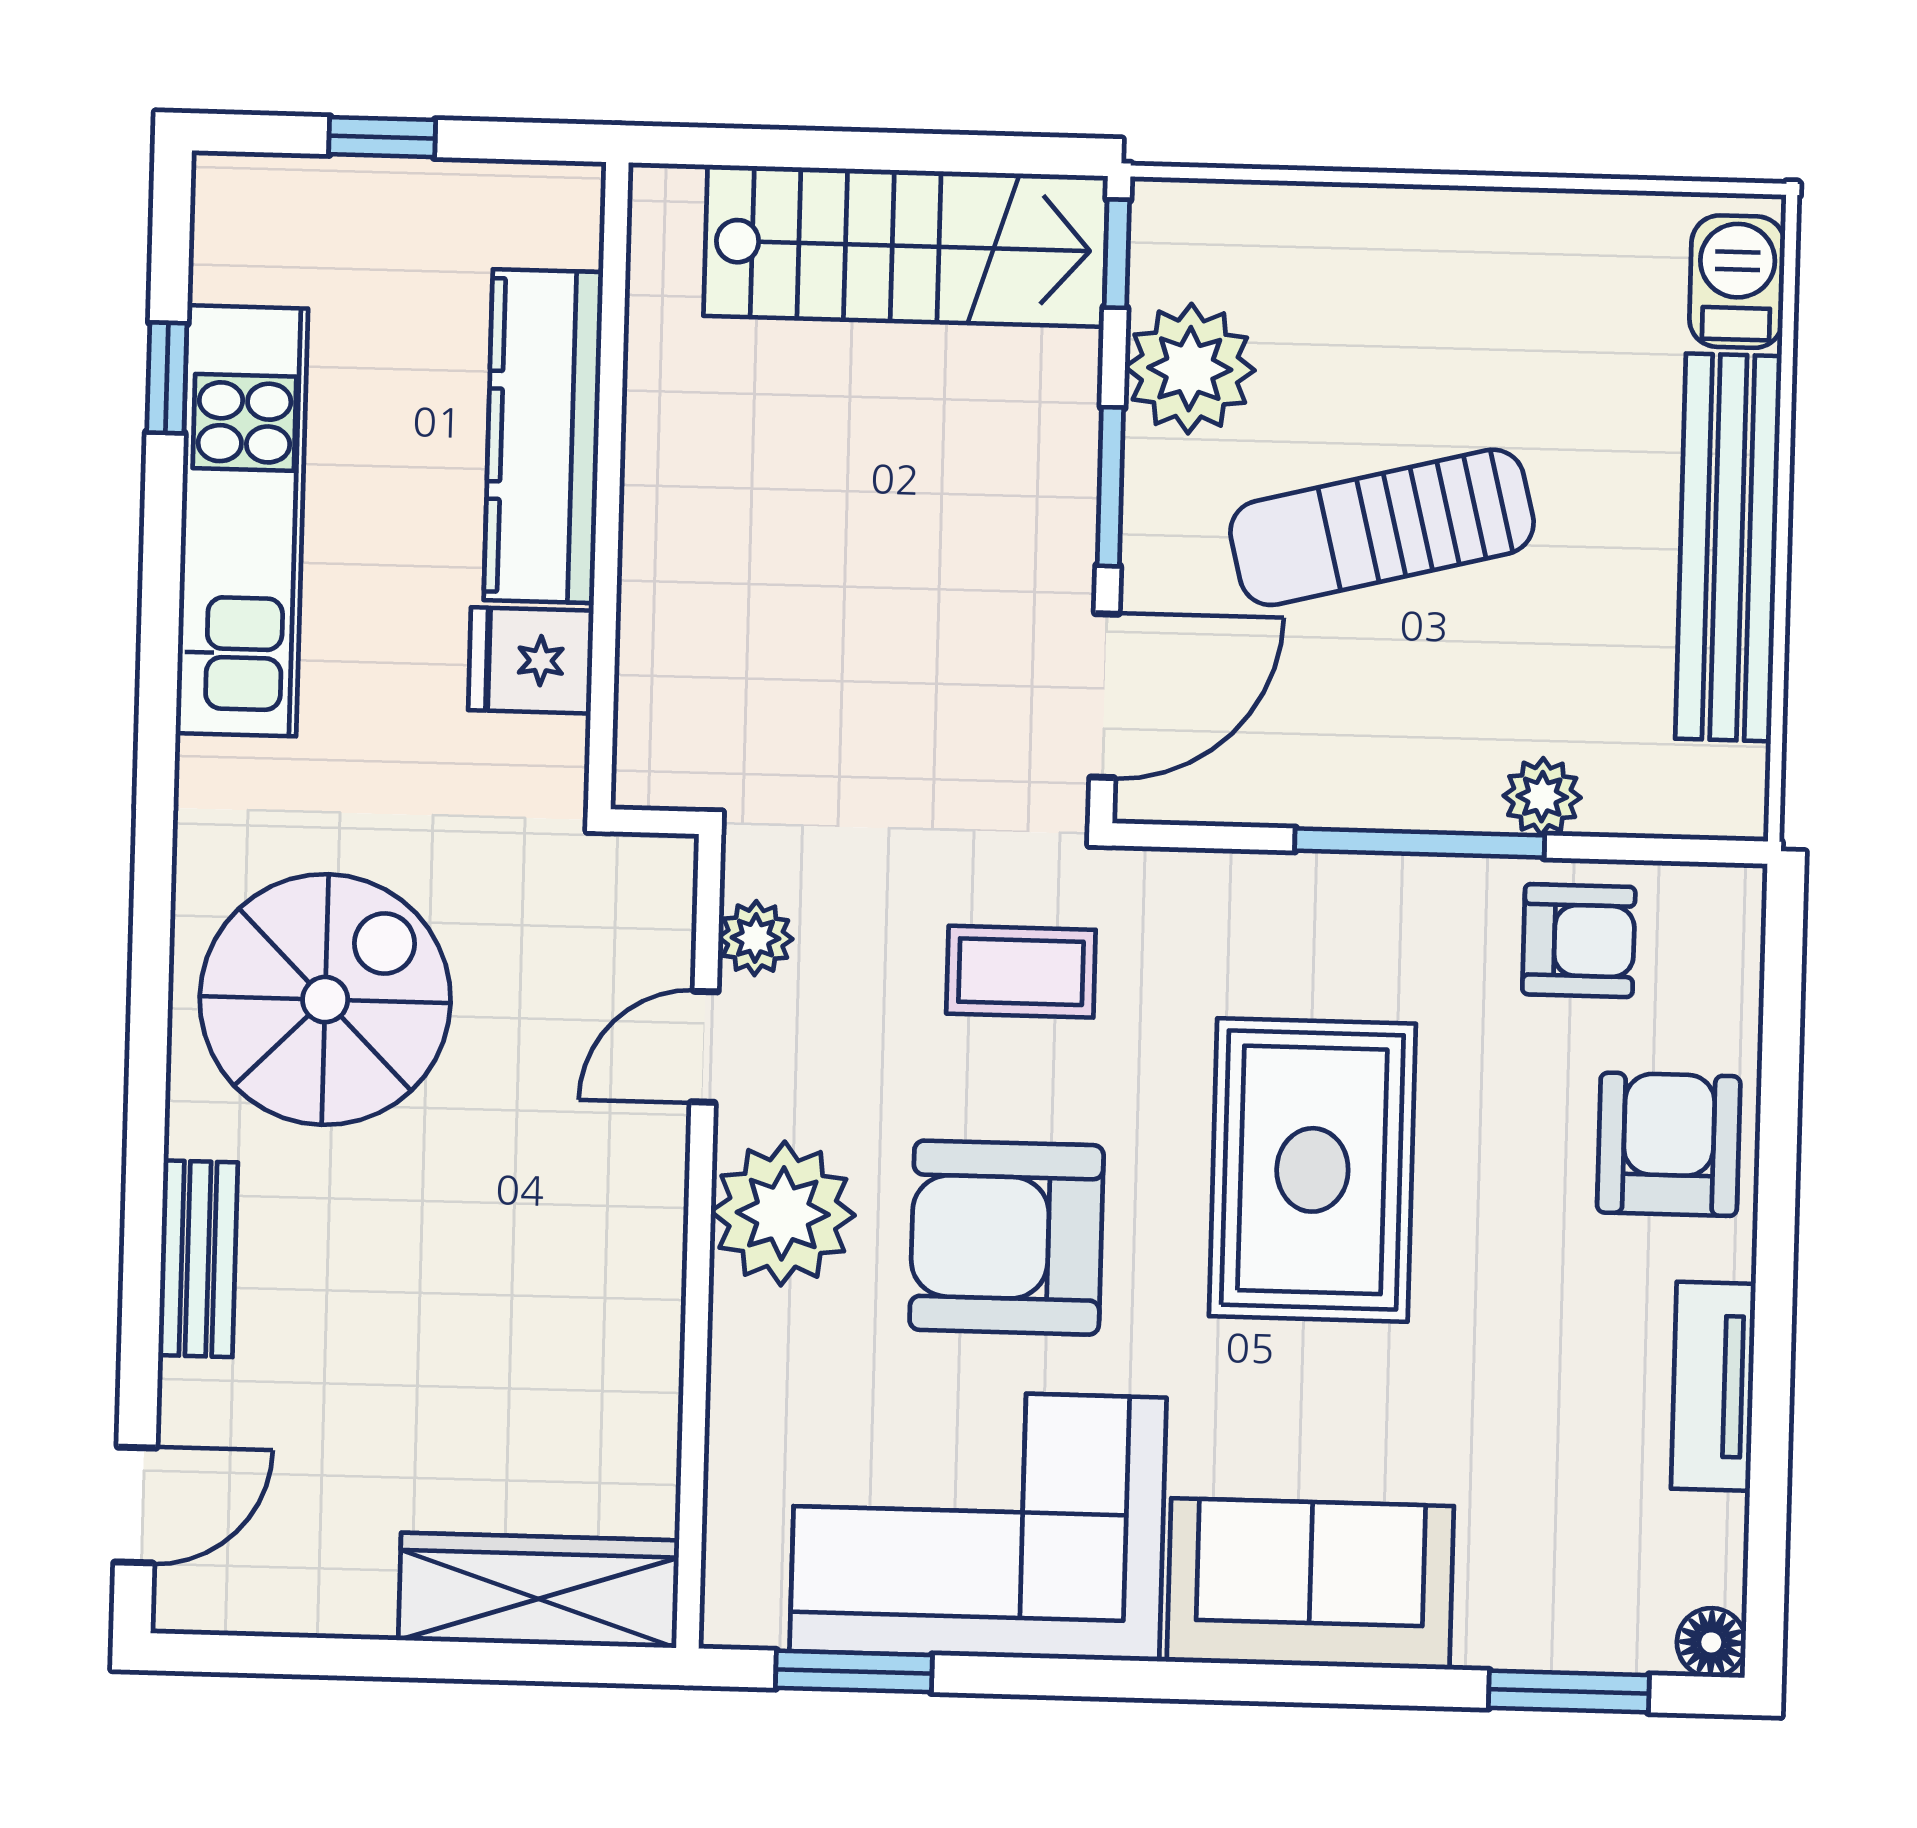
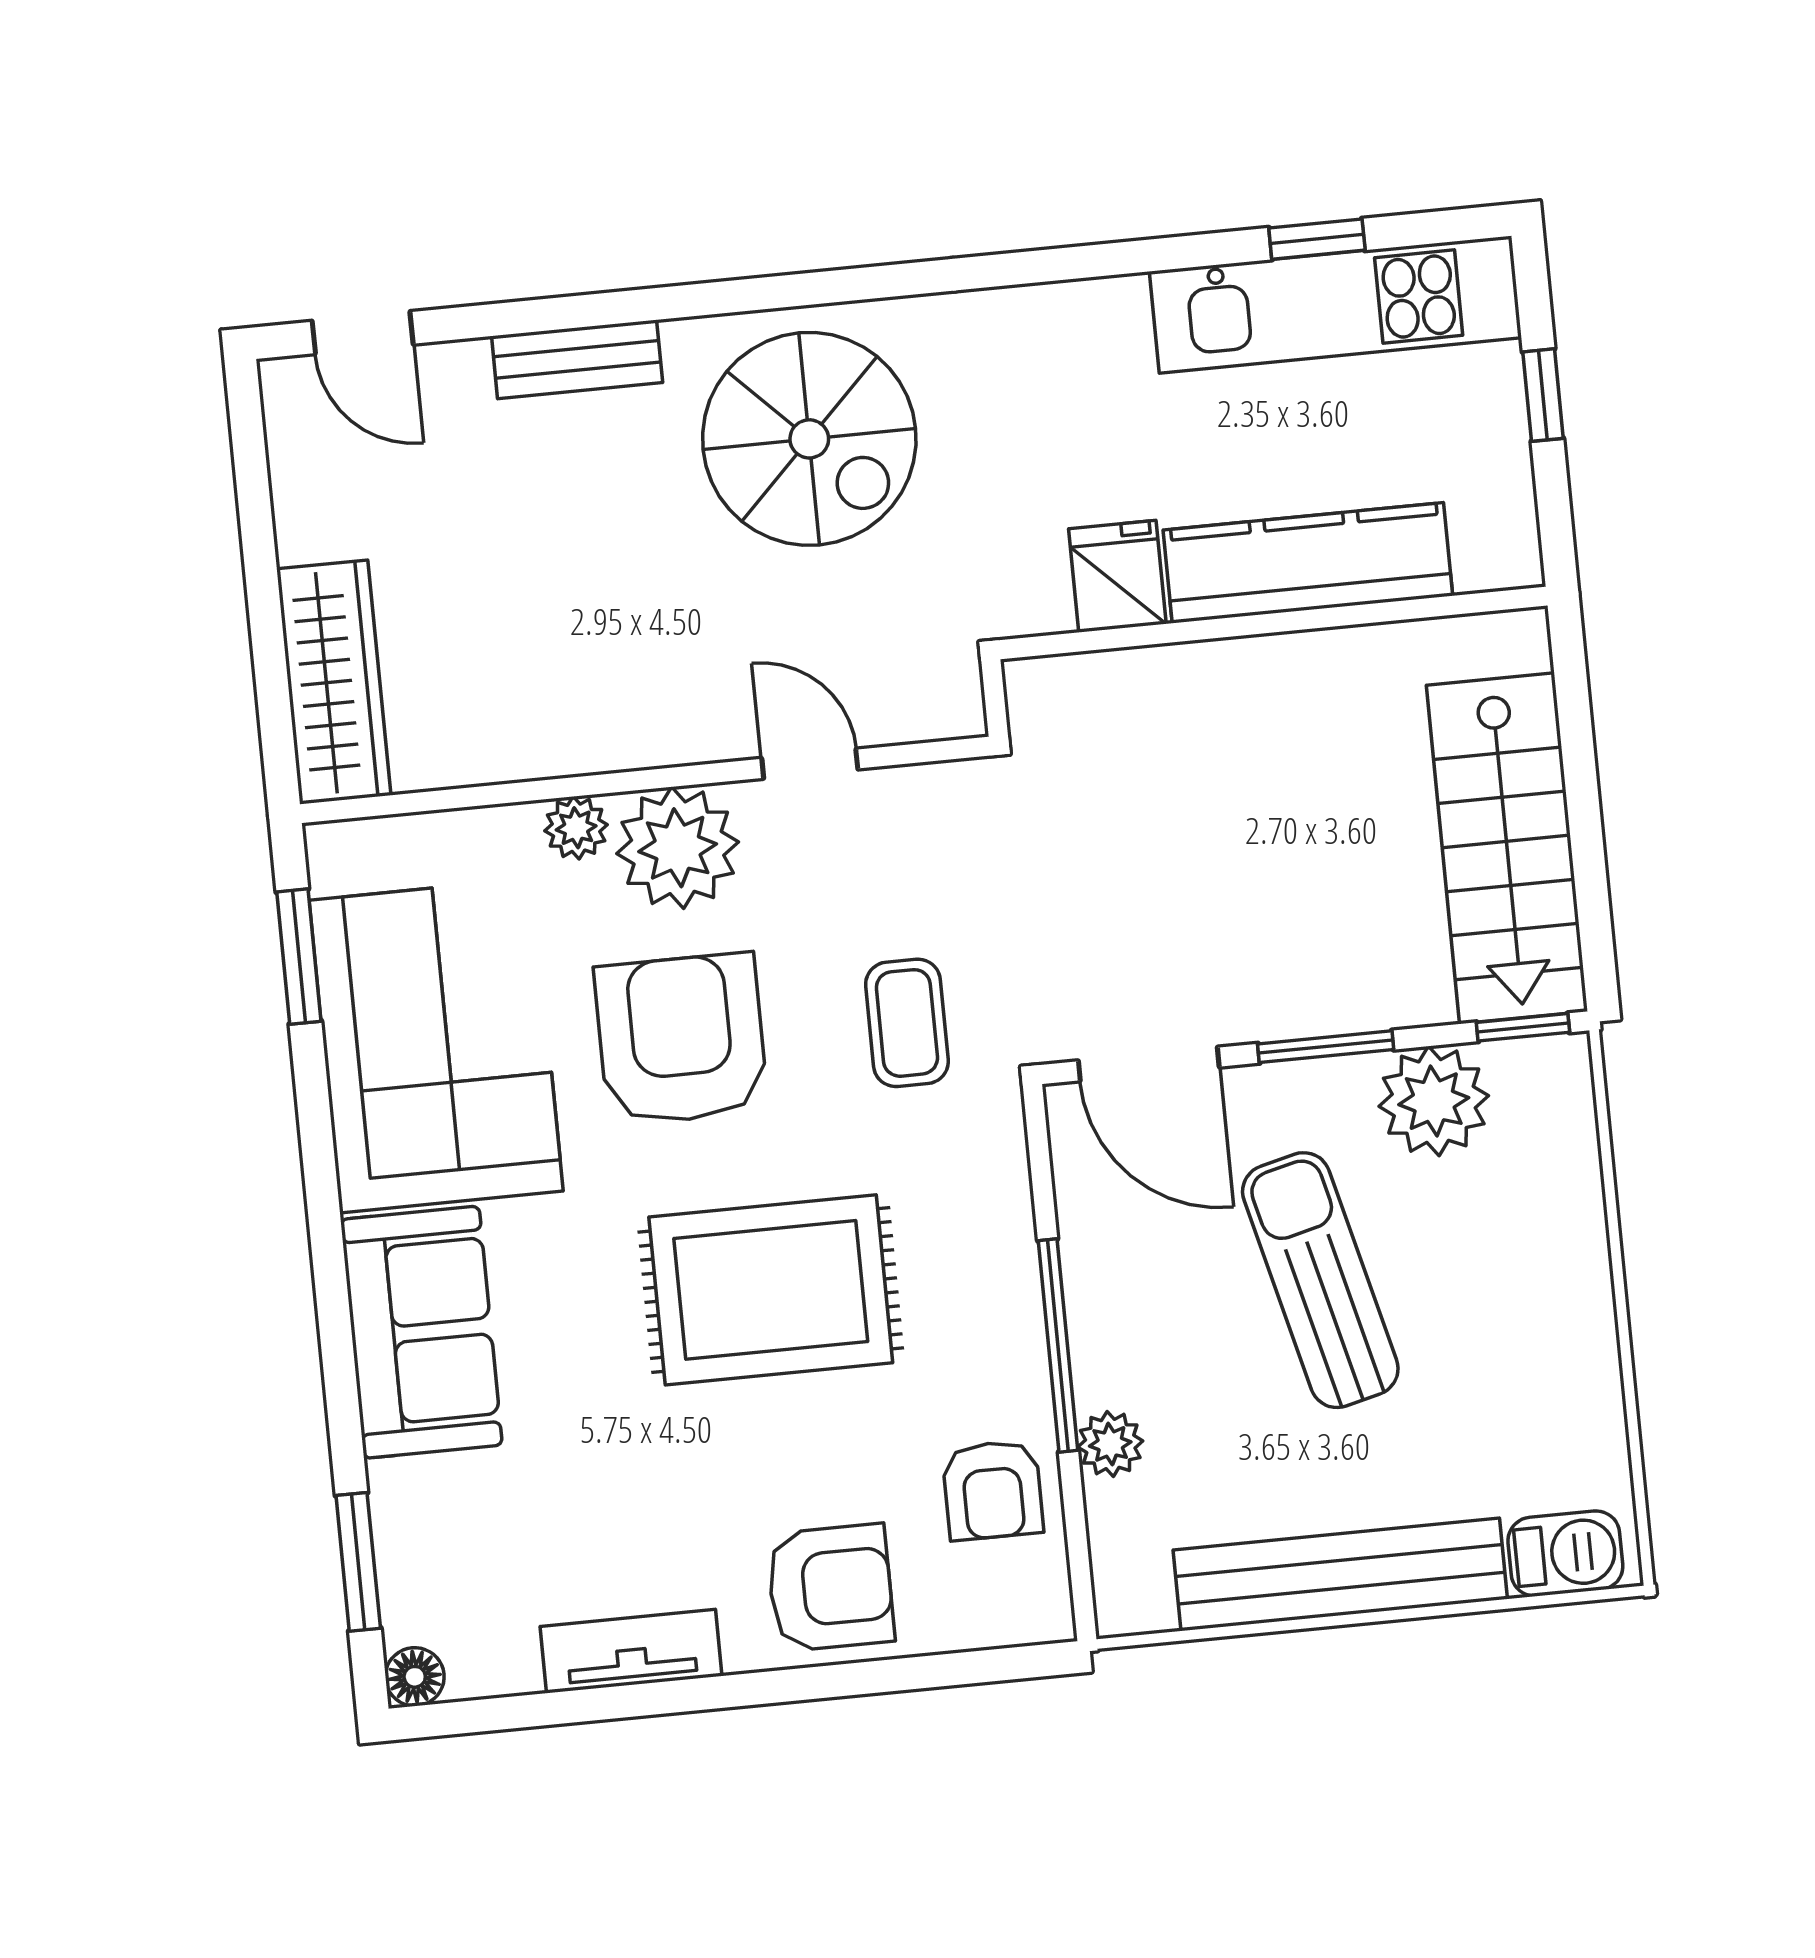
kitchen unit: (242, 521) -> (1335, 305), moved
plant: (755, 938) -> (576, 828), moved

